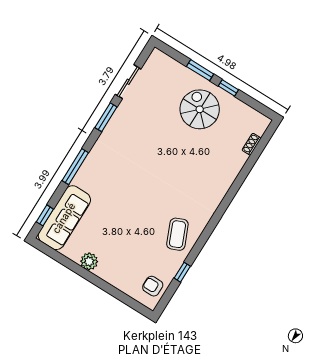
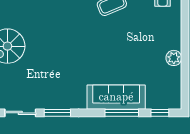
window: (75, 167) -> (122, 113), moved
sofa: (64, 218) -> (116, 97), moved

